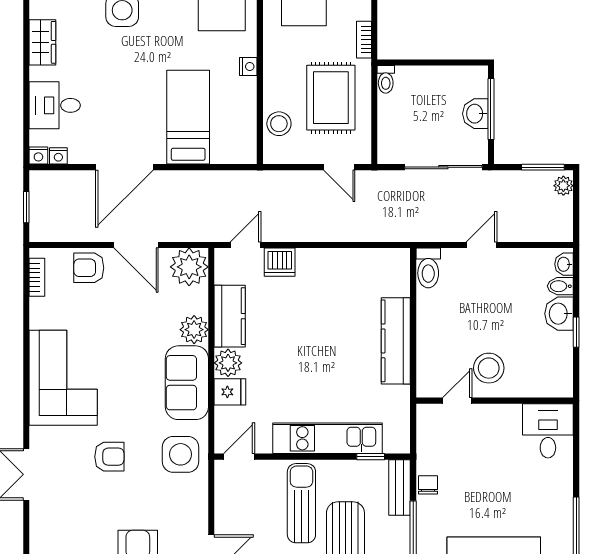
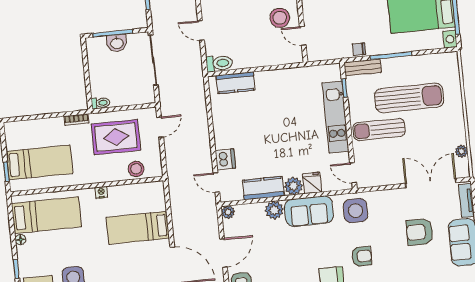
plant: (189, 267) -> (228, 212), width x0.53, depth x0.53
kitchen counter: (396, 341) -> (235, 83), moved, width x0.67
armchair: (109, 457) -> (362, 256), turned 90

